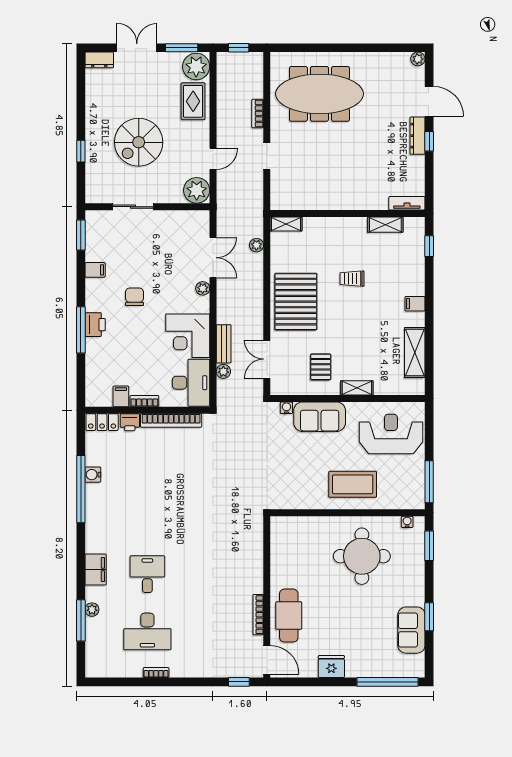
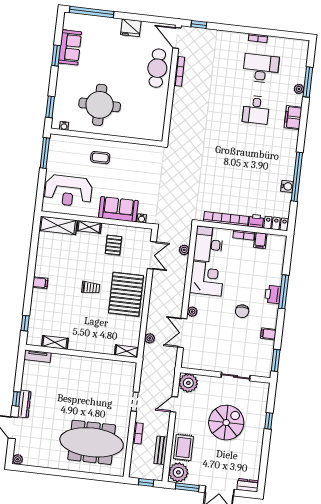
trolley: (352, 279) -> (91, 288), moved
bench: (224, 344) -> (161, 450), moved
shelving: (415, 353) -> (58, 225), moved, turned 90
coffee table: (353, 484) -> (100, 158), width x0.54, depth x0.58

